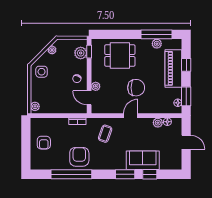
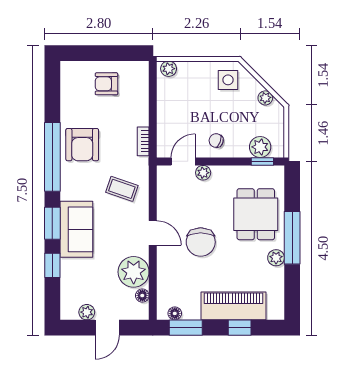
window: (157, 34) -> (292, 238), moved
plant: (157, 44) -> (276, 258), moved
plant: (158, 123) -> (134, 272), width x1.87, depth x1.87
plant: (177, 154) -> (87, 312), added
armchair: (79, 157) -> (82, 145), turned 90
sofa: (143, 160) -> (76, 229), moved
window: (71, 174) -> (52, 157), moved

